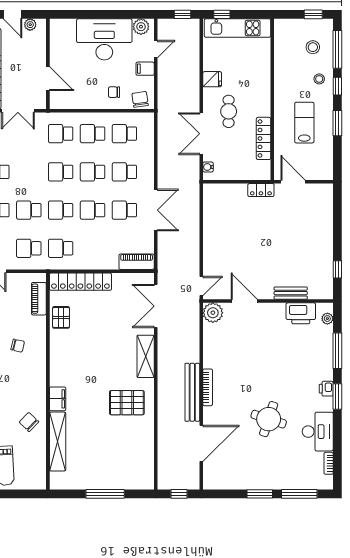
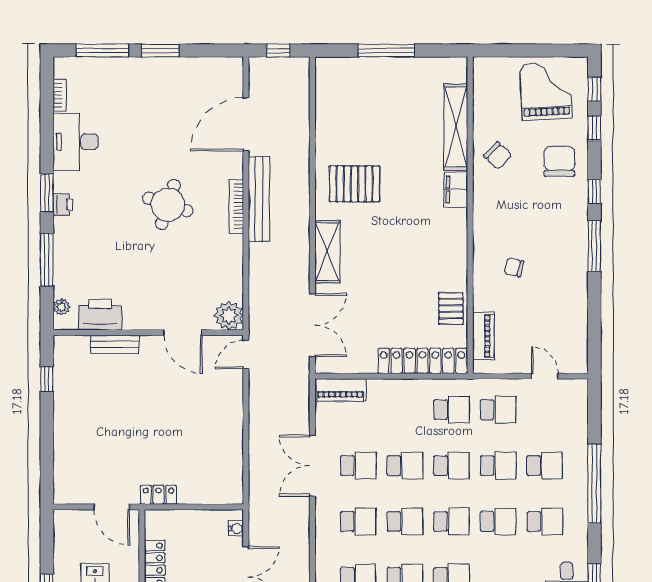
school desk: (29, 172) -> (498, 521), added
round table: (269, 419) -> (168, 205), moved

